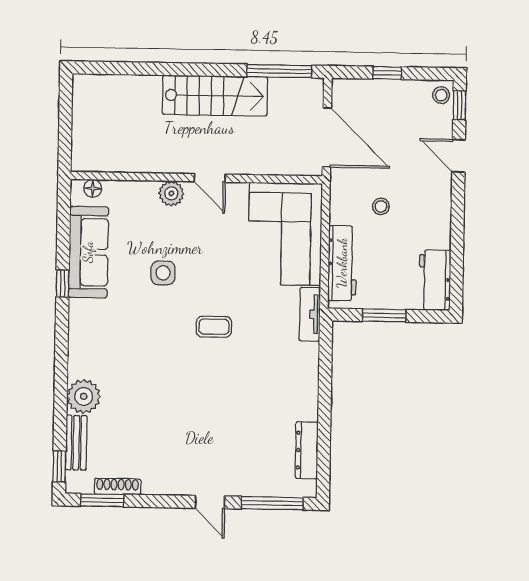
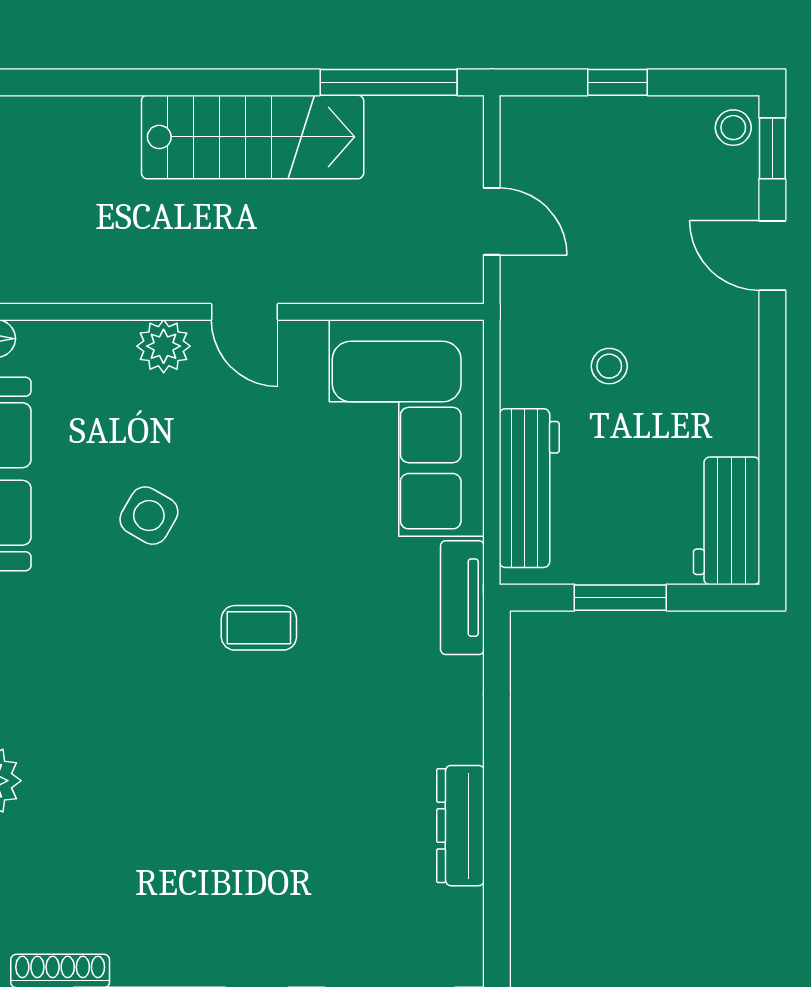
door: (327, 137) -> (492, 221), width x0.53
side table: (163, 273) -> (149, 516), turned 30
dresser: (307, 450) -> (461, 826), moved

